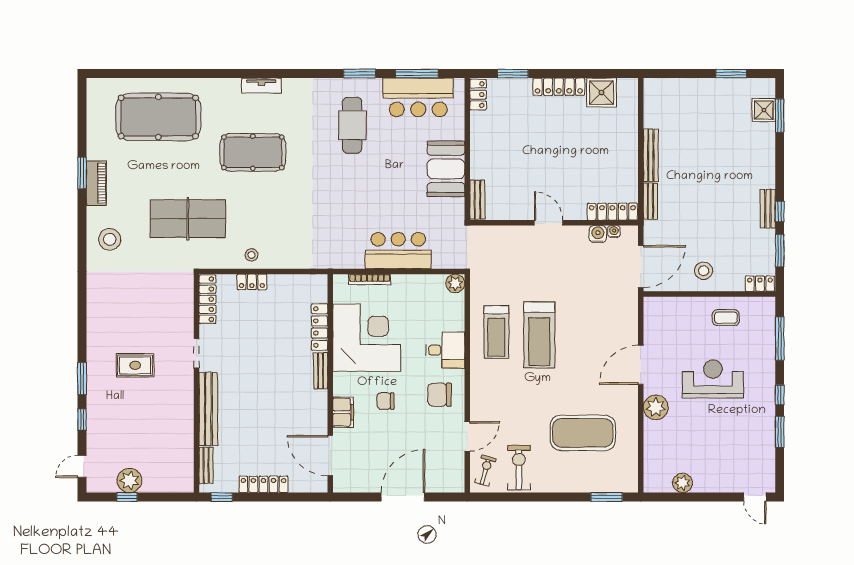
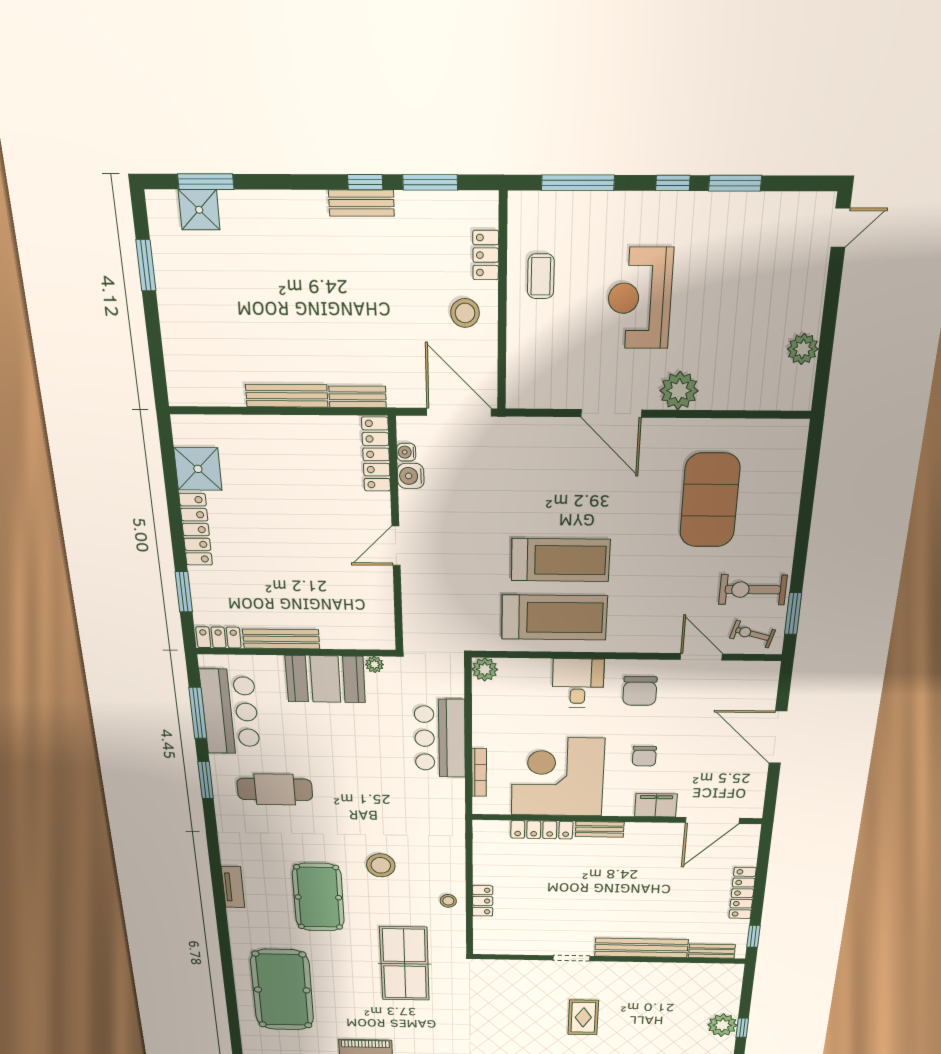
bench: (477, 200) -> (281, 639), moved, width x1.36
plant: (458, 205) -> (374, 665), added
stool: (110, 239) -> (381, 865), moved
locker: (760, 284) -> (486, 255), moved
locker: (208, 299) -> (504, 946), removed
treadmill: (496, 332) -> (554, 617), width x1.37, depth x1.38
window: (607, 497) -> (793, 614), moved

